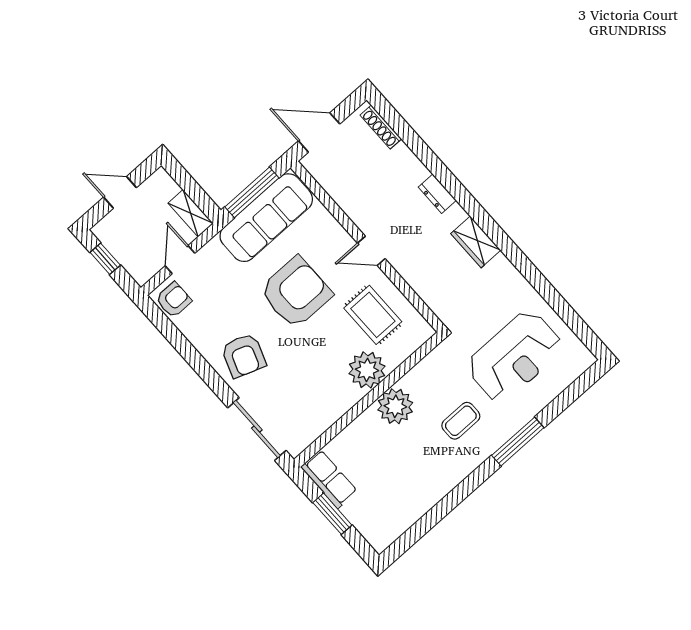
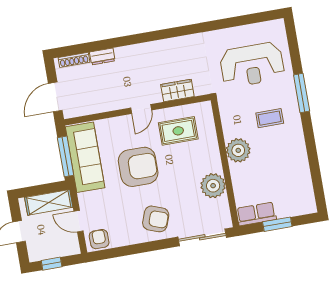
dresser: (437, 194) -> (102, 56), moved
shelving: (191, 213) -> (49, 202), width x1.50, depth x1.33
wardrobe: (476, 242) -> (177, 90), moved, turned 180
armchair: (296, 292) -> (138, 167), turned 90
reception desk: (515, 356) -> (252, 65), turned 90
plant: (367, 370) -> (213, 186), moved
coffee table: (461, 421) -> (270, 118), turned 90

